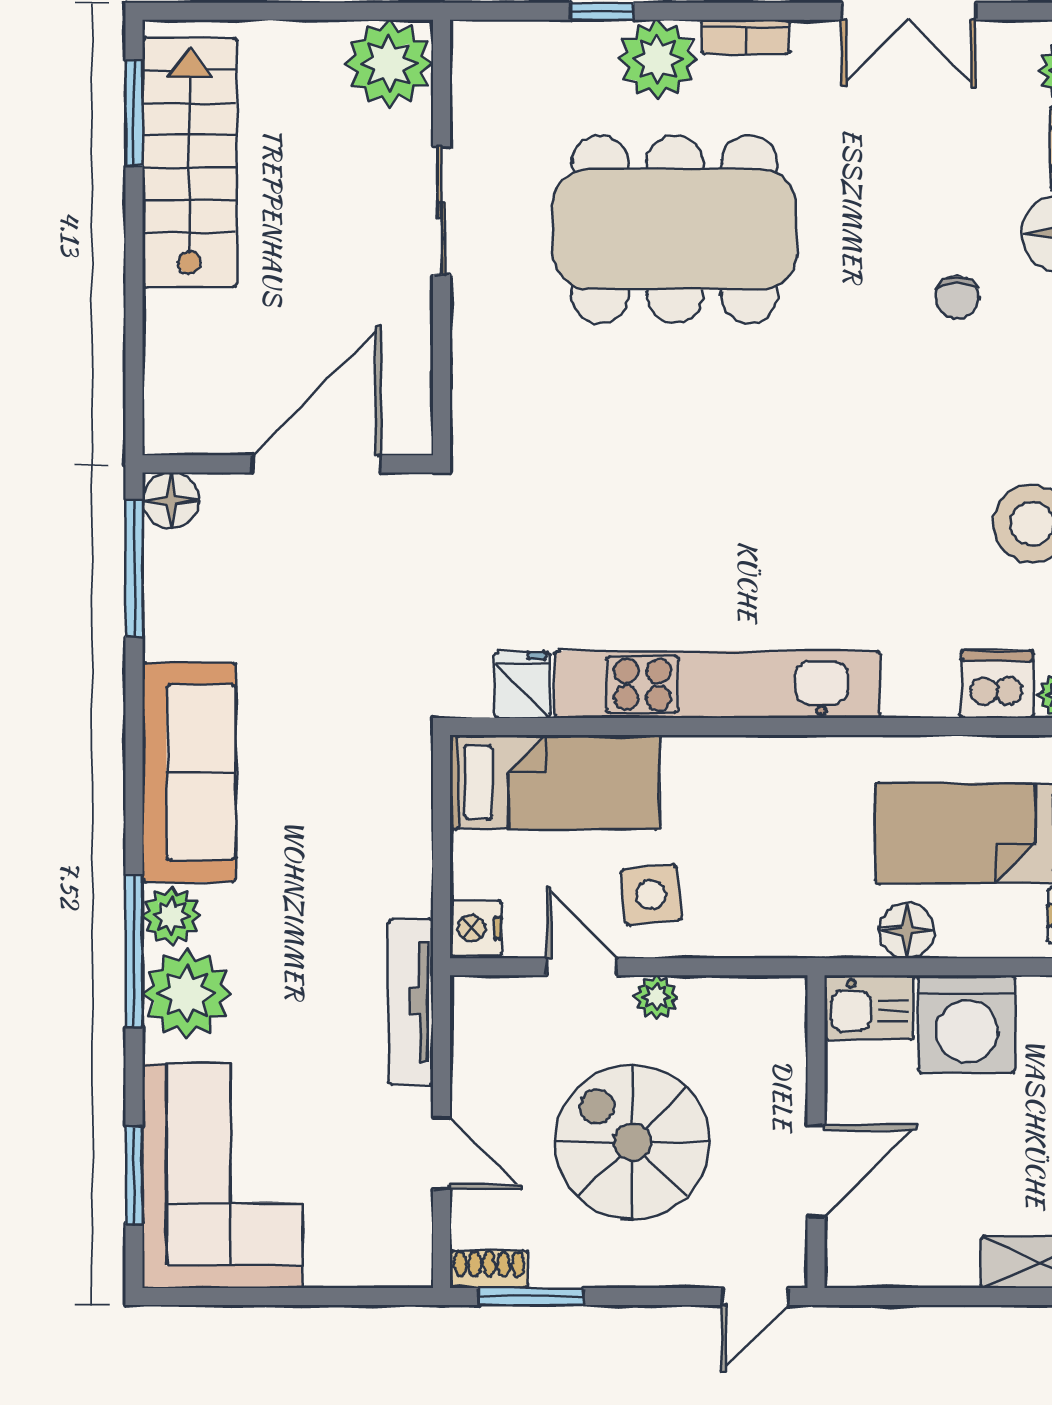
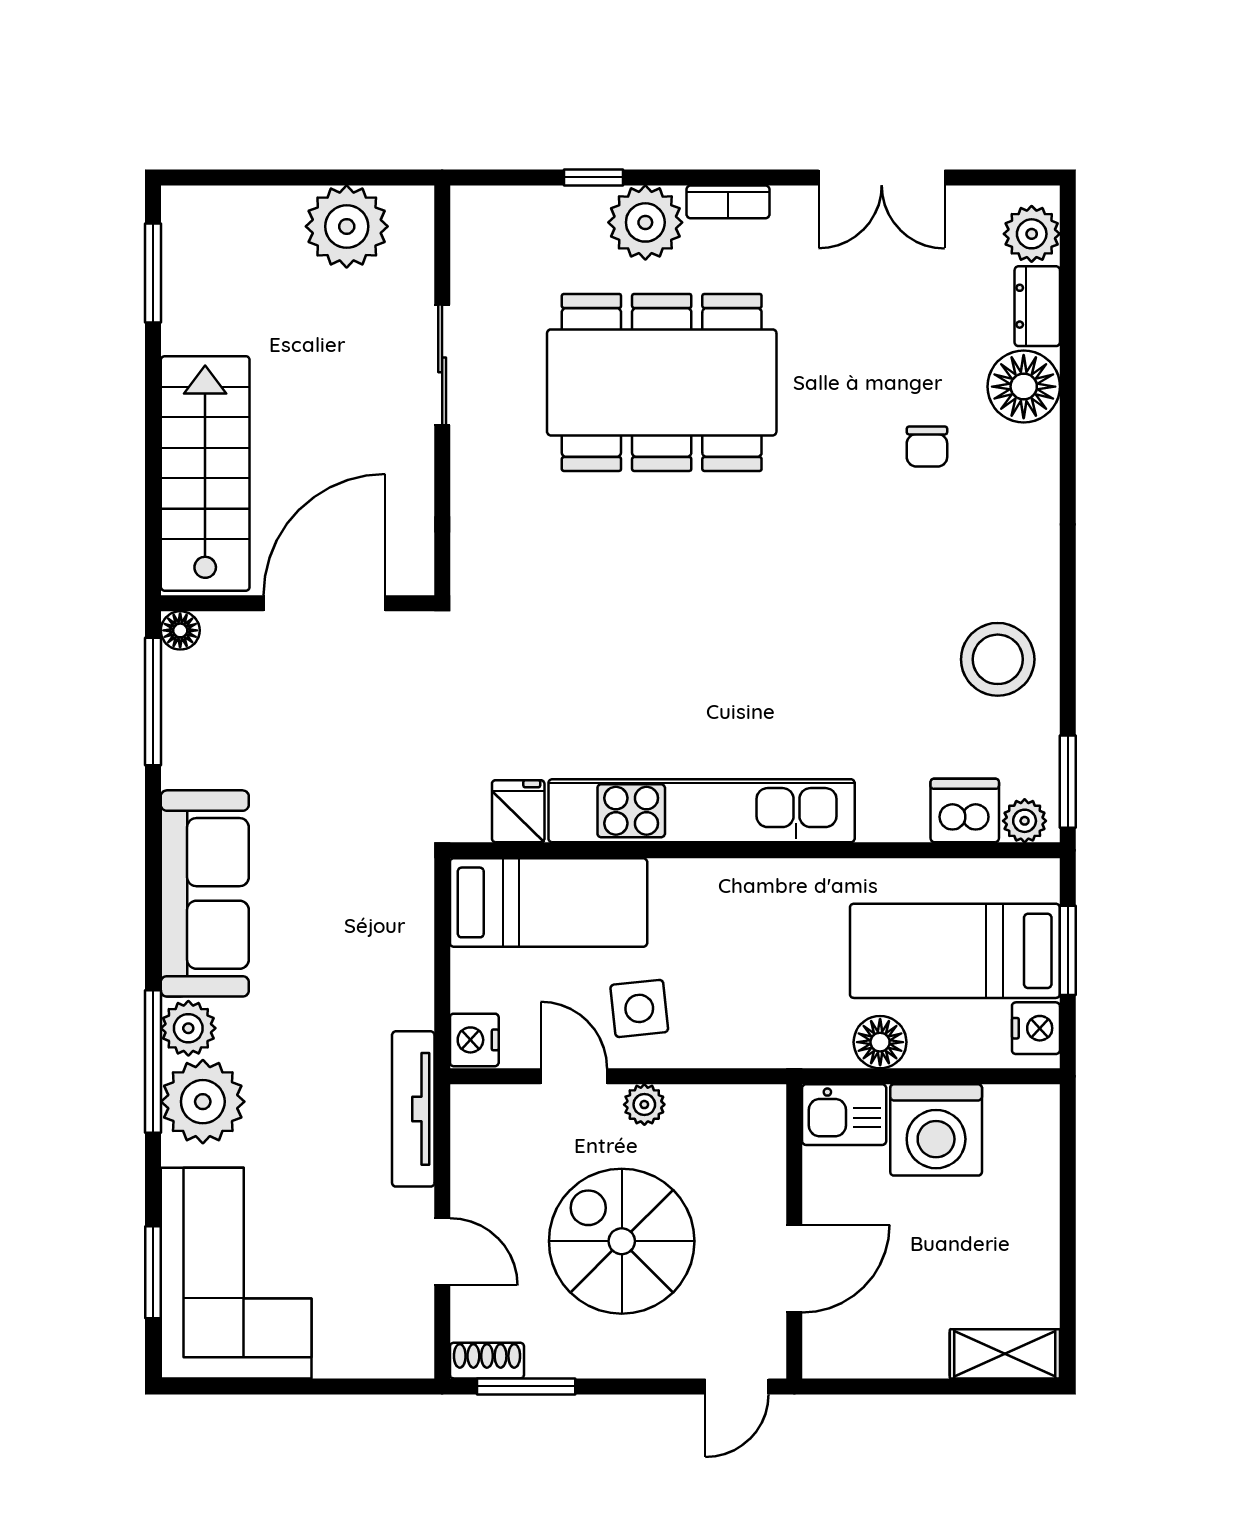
plant: (389, 63) -> (347, 226), moved
stairs: (190, 163) -> (205, 473), moved
floor lamp: (171, 500) -> (180, 630), width x0.73, depth x0.73

